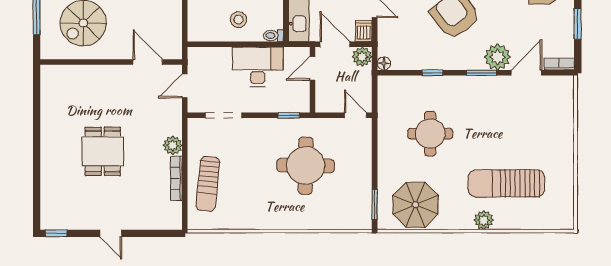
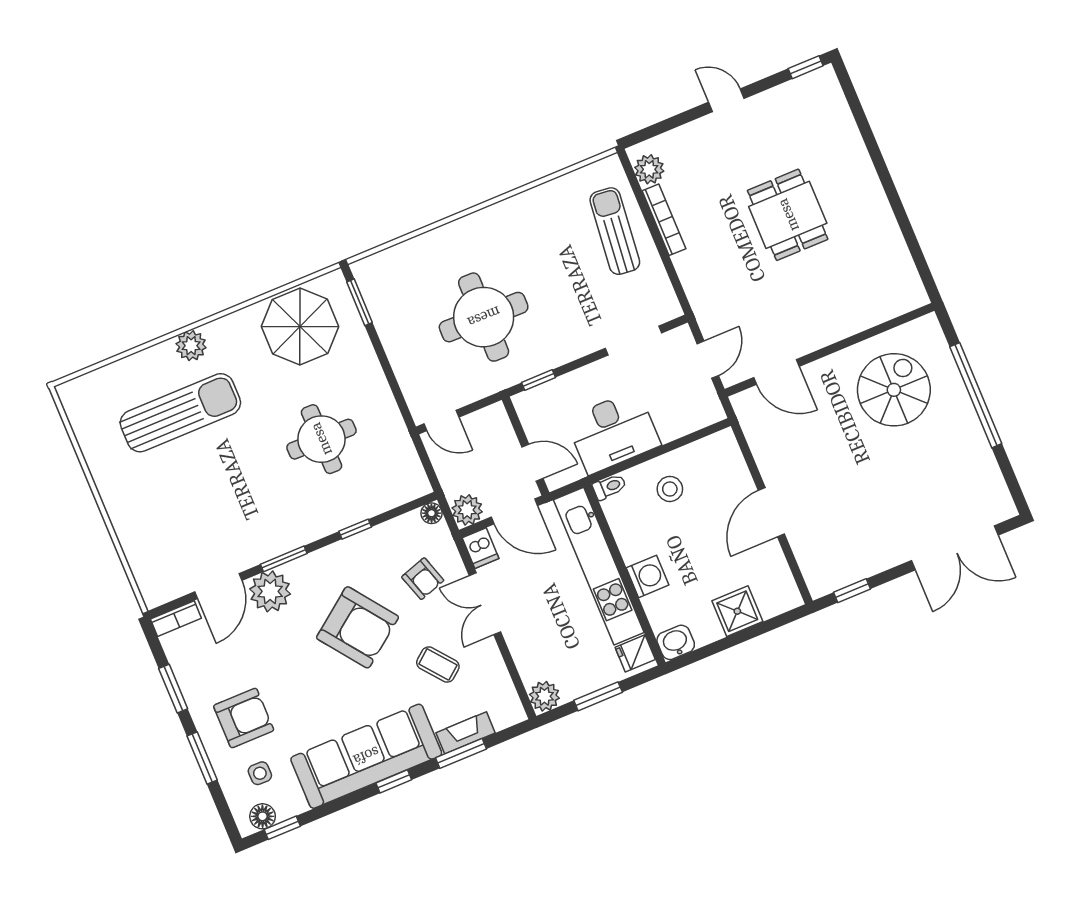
armchair: (405, 27) -> (423, 579), added
door: (312, 68) -> (532, 463), hinge flipped
plant: (173, 145) -> (649, 169), moved

